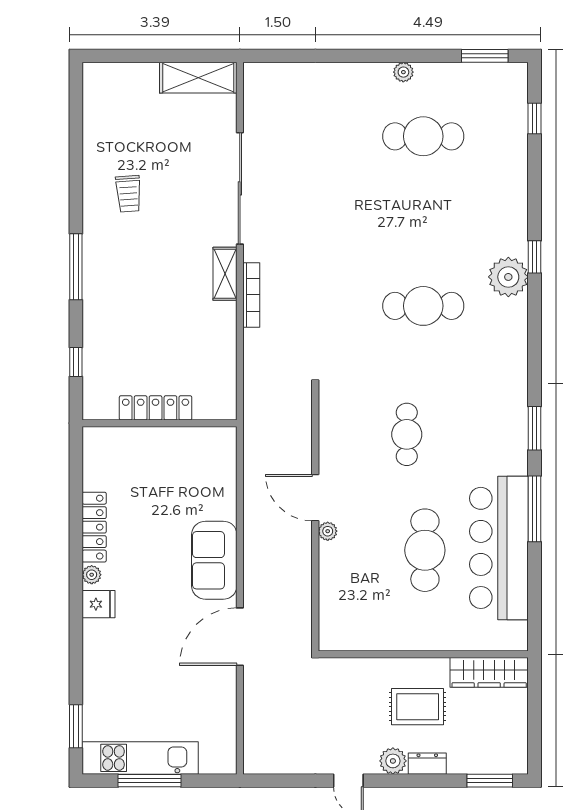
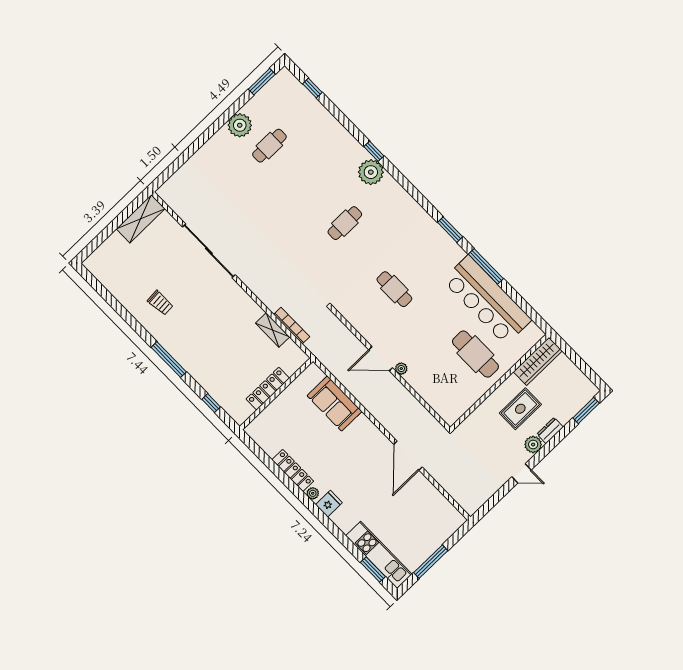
plant: (403, 72) -> (240, 125), width x1.87, depth x1.87
cafe table: (423, 136) -> (269, 146), width x0.73, depth x0.74
shelving: (225, 274) -> (273, 330), moved
bookcase: (251, 295) -> (292, 326), moved
cafe table: (423, 306) -> (345, 223), width x0.73, depth x0.74
cafe table: (425, 550) -> (475, 354), moved
sofa: (214, 560) -> (335, 404), moved
kitchen unit: (140, 758) -> (379, 555), moved, turned 90

